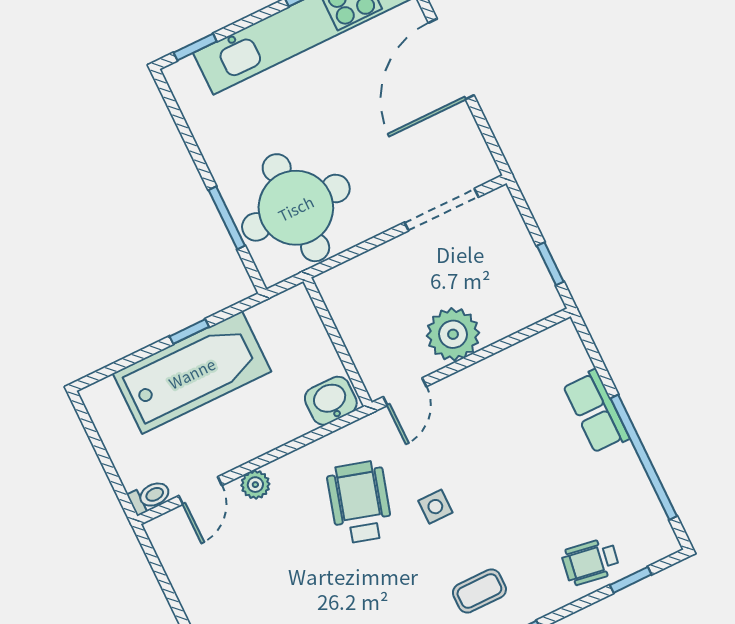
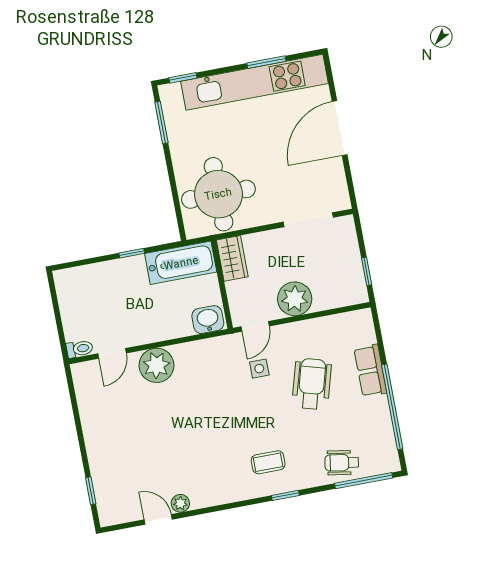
window: (227, 218) -> (161, 122), moved
wardrobe: (343, 299) -> (232, 258), added
bathtub: (192, 373) -> (181, 263), moved, width x0.73, depth x0.73
plant: (255, 485) -> (157, 365), width x1.87, depth x1.87
wheelchair: (360, 502) -> (312, 384), moved
side table: (435, 507) -> (259, 369), moved
window: (631, 580) -> (364, 481), width x2.17

